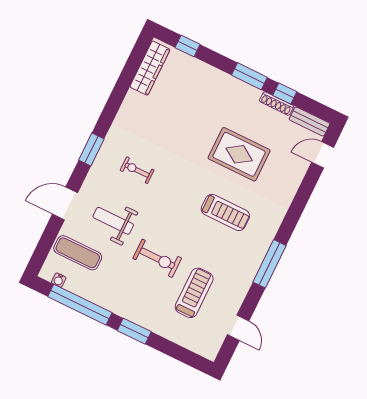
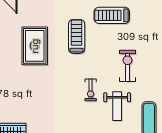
exercise bike: (137, 170) -> (91, 90), moved
treadmill: (194, 293) -> (112, 15), moved

